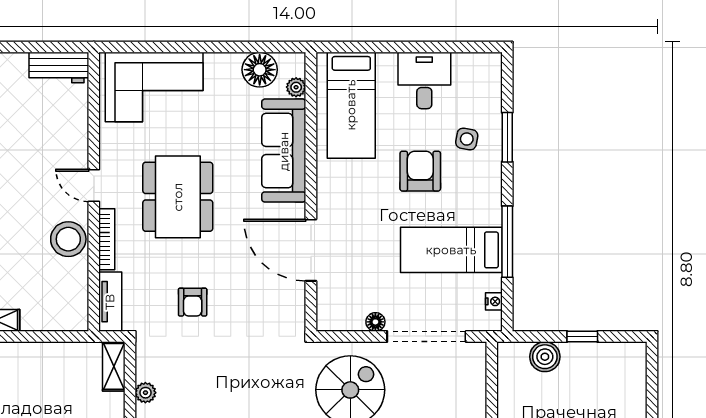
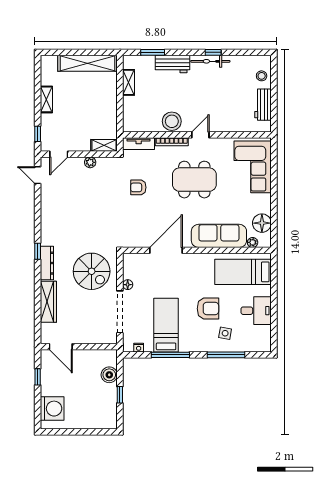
workbench: (59, 68) -> (263, 105), moved
window: (507, 137) -> (226, 355), width x1.44

